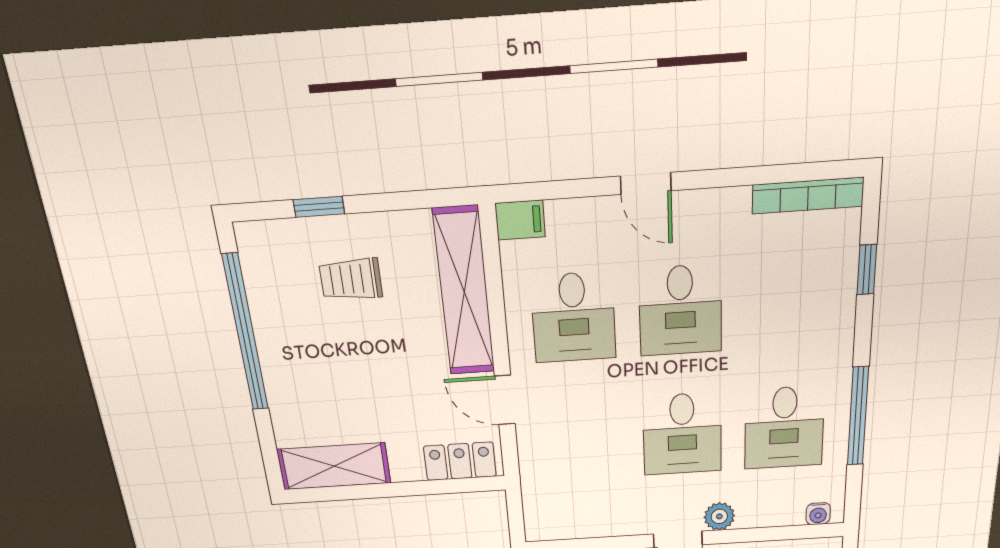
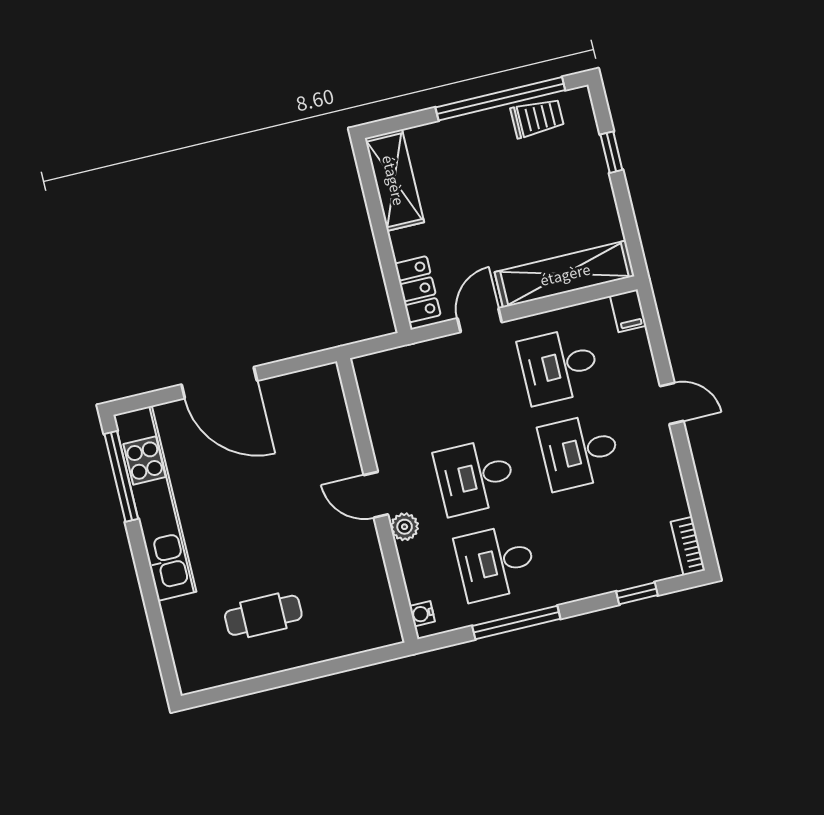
door: (646, 183) -> (672, 403), swing flipped
bookcase: (808, 196) -> (688, 546), width x0.64
trolley: (351, 279) -> (537, 118), moved, turned 90

